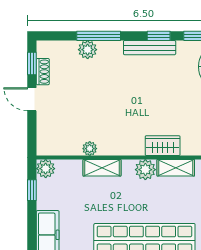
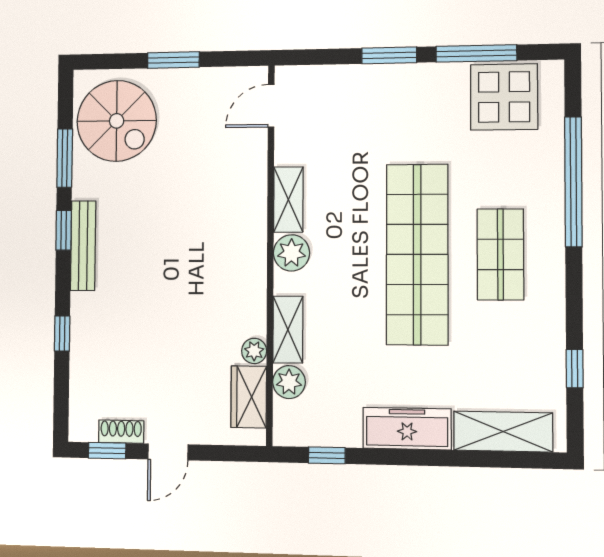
window: (99, 36) -> (62, 334), width x0.46
plant: (88, 50) -> (85, 353), removed
wardrobe: (163, 146) -> (249, 397), moved
plant: (46, 169) -> (289, 382), moved

